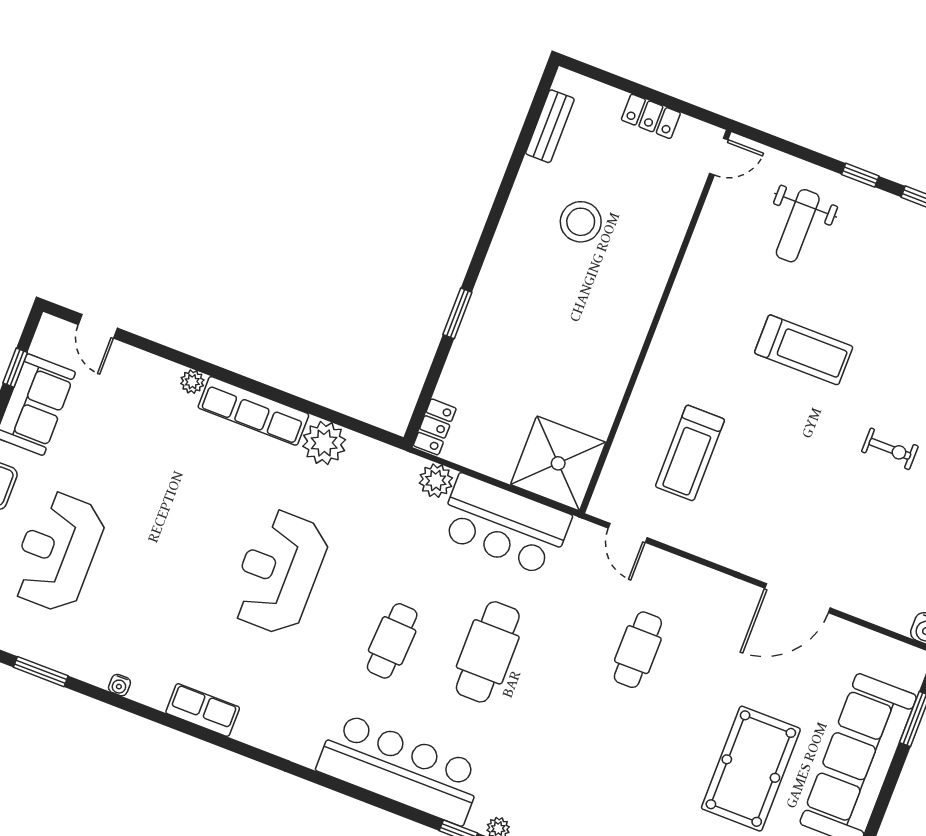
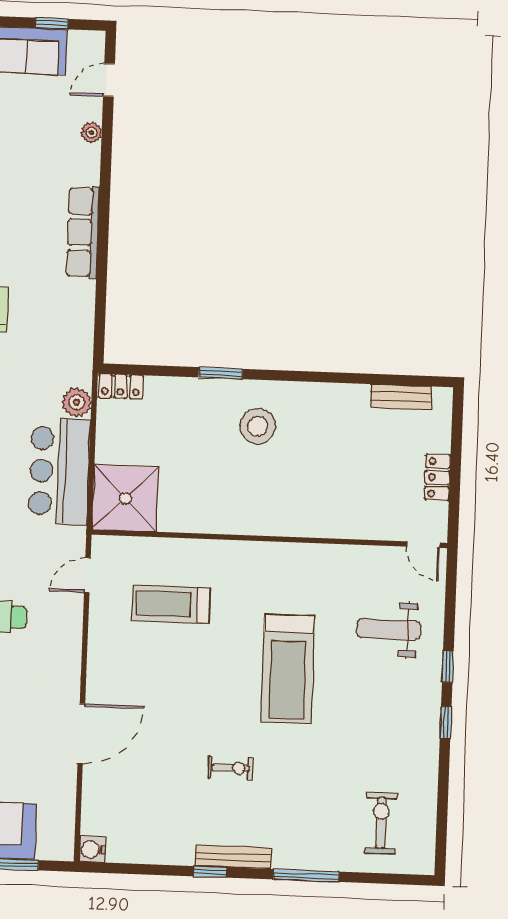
stool: (581, 222) -> (258, 426), moved
treadmill: (804, 350) -> (288, 669), width x1.37, depth x1.38
plant: (192, 382) -> (91, 132), moved
plant: (324, 443) -> (76, 300), removed
exercise bike: (890, 449) -> (230, 768), turned -90
door: (797, 598) -> (81, 734), swing flipped

